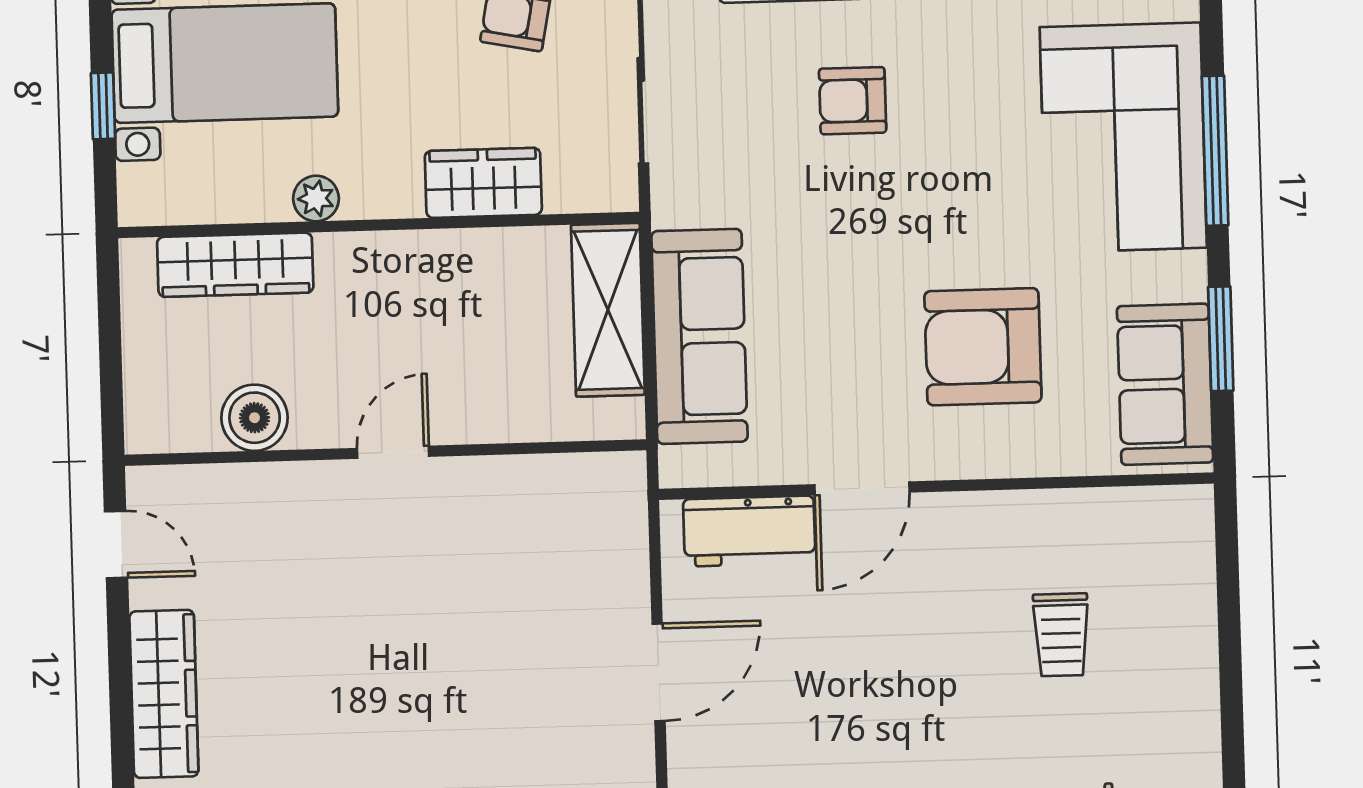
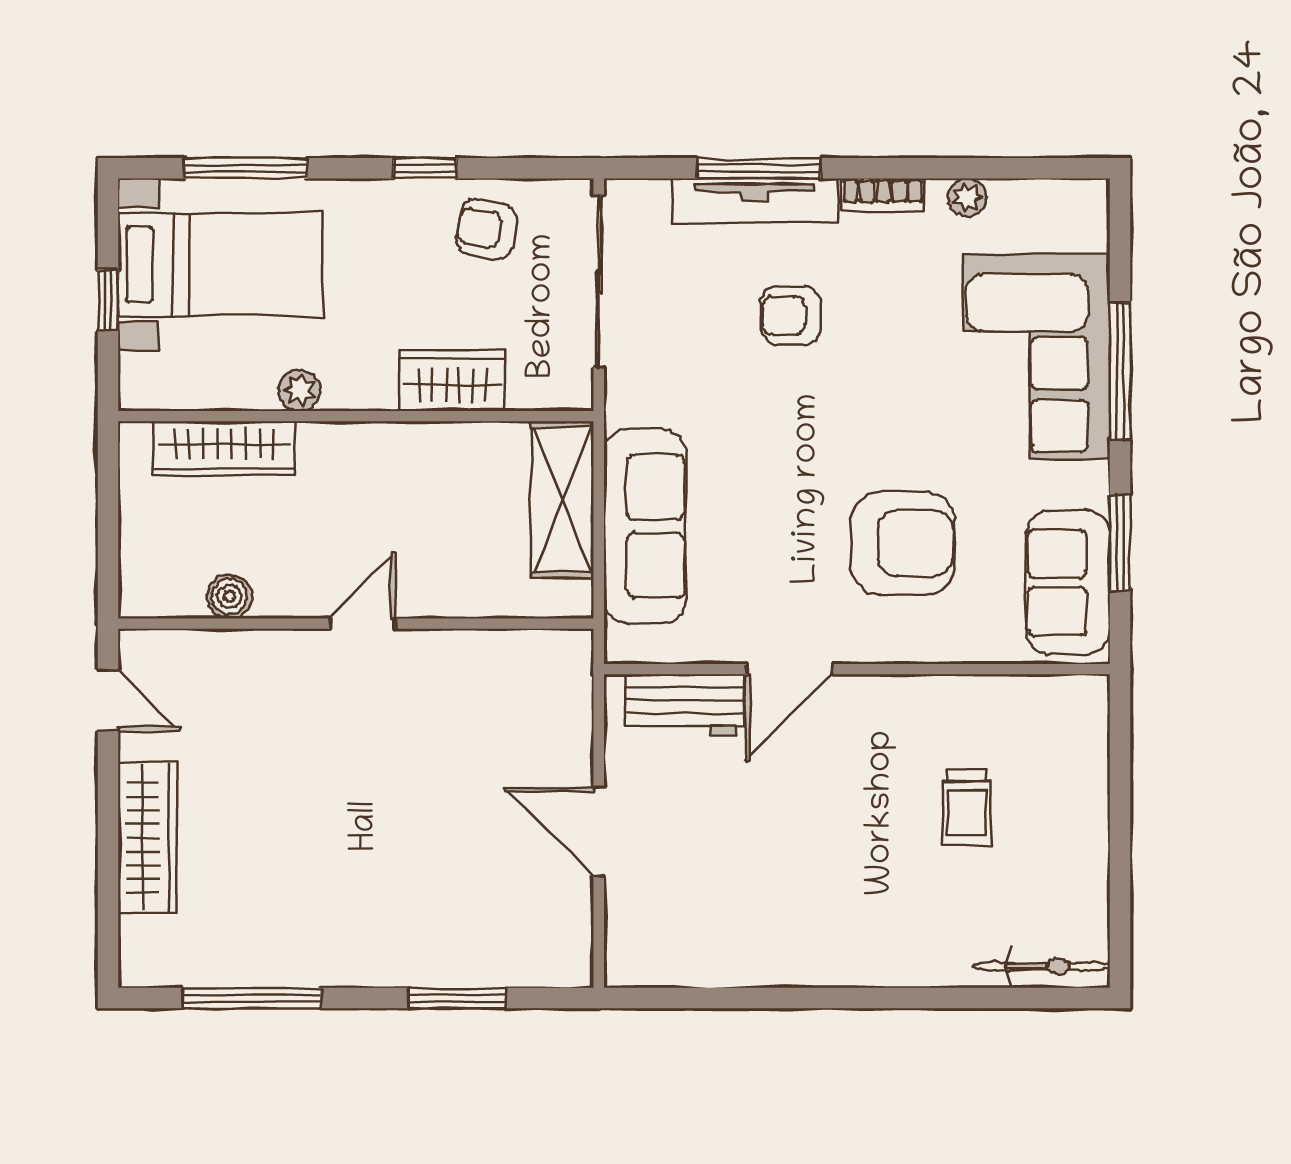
armchair: (983, 347) -> (903, 543), turned 180
boiler: (255, 418) -> (229, 596), width x0.73, depth x0.73
door: (659, 672) -> (599, 831), swing flipped

